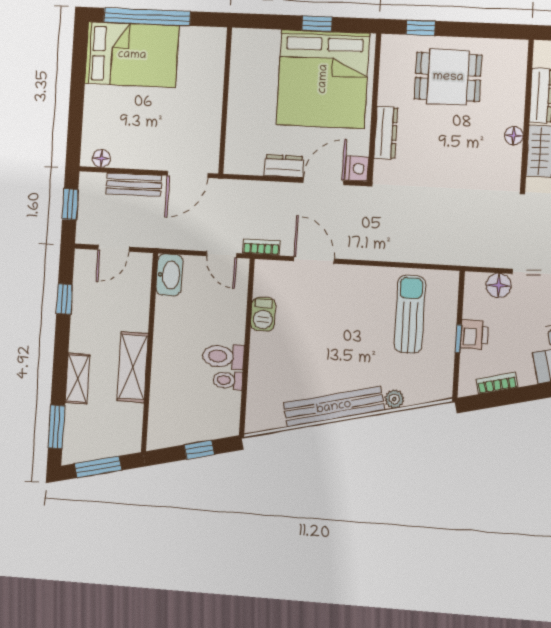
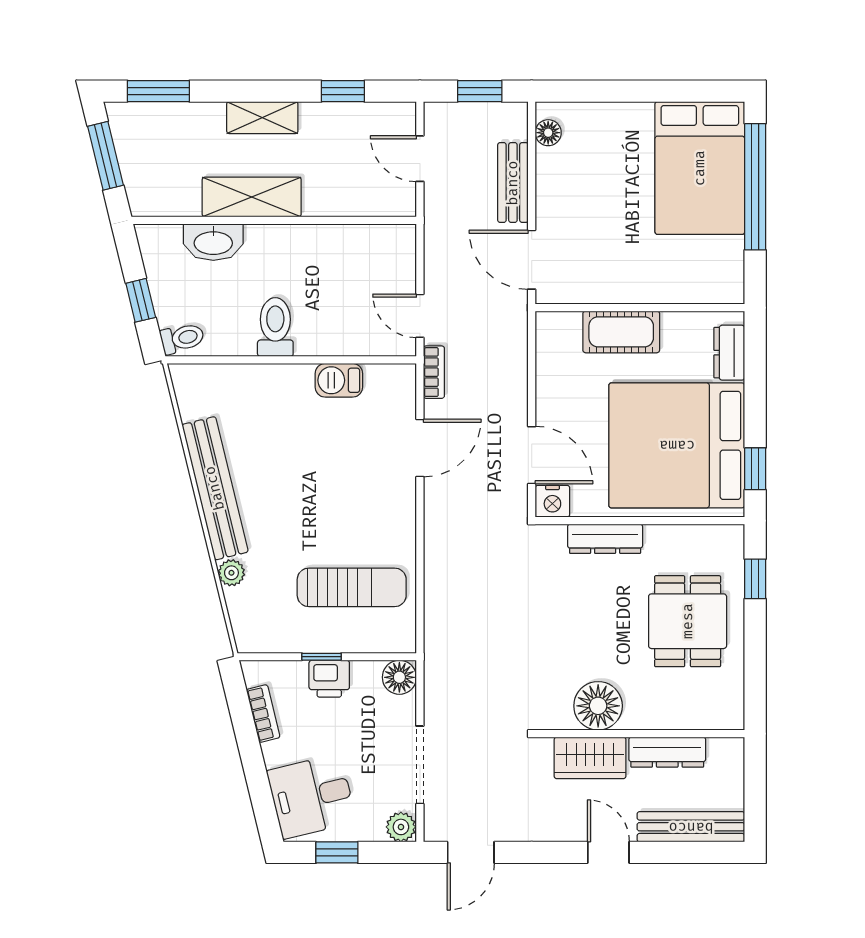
window: (317, 24) -> (755, 469), moved
cot: (241, 114) -> (621, 332), added
floor lamp: (514, 136) -> (598, 706), width x1.89, depth x1.89
dresser: (284, 166) -> (729, 353), moved, turned 180
door: (222, 255) -> (420, 316), hinge flipped
washbasin: (169, 275) -> (213, 242), moved
floor lamp: (499, 285) -> (399, 677), moved
shelving: (77, 379) -> (262, 118), moved
toilet: (228, 380) -> (182, 338), moved, turned 76

